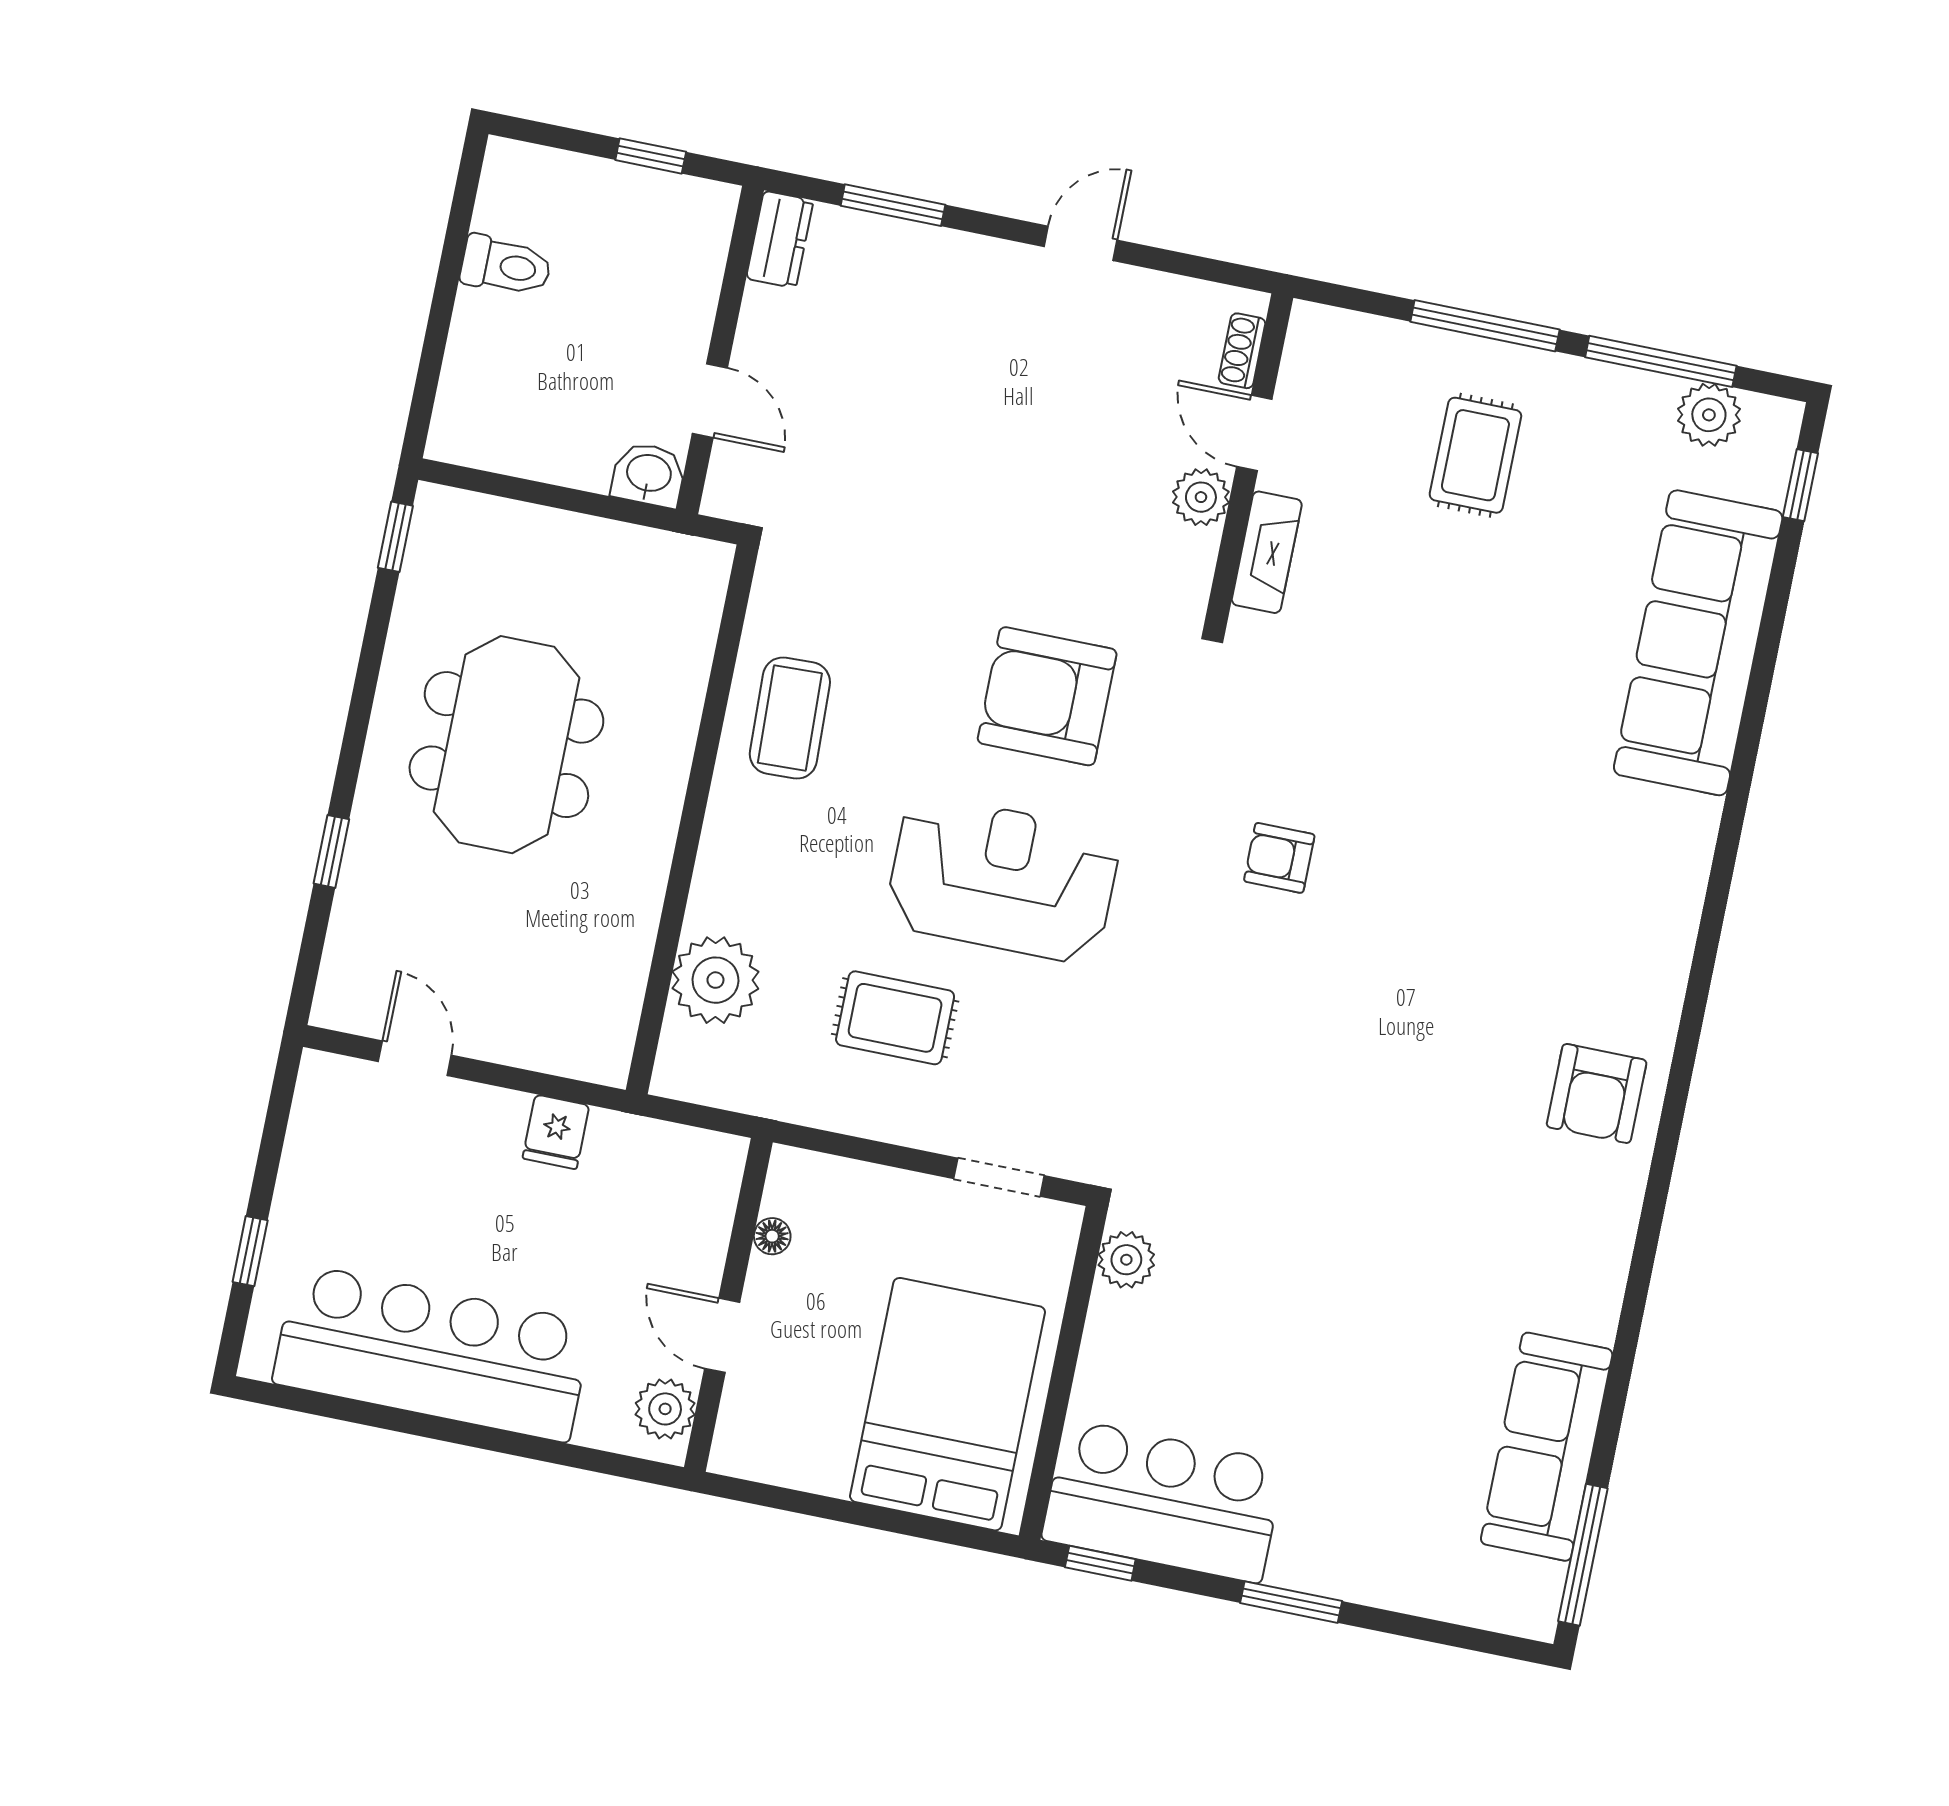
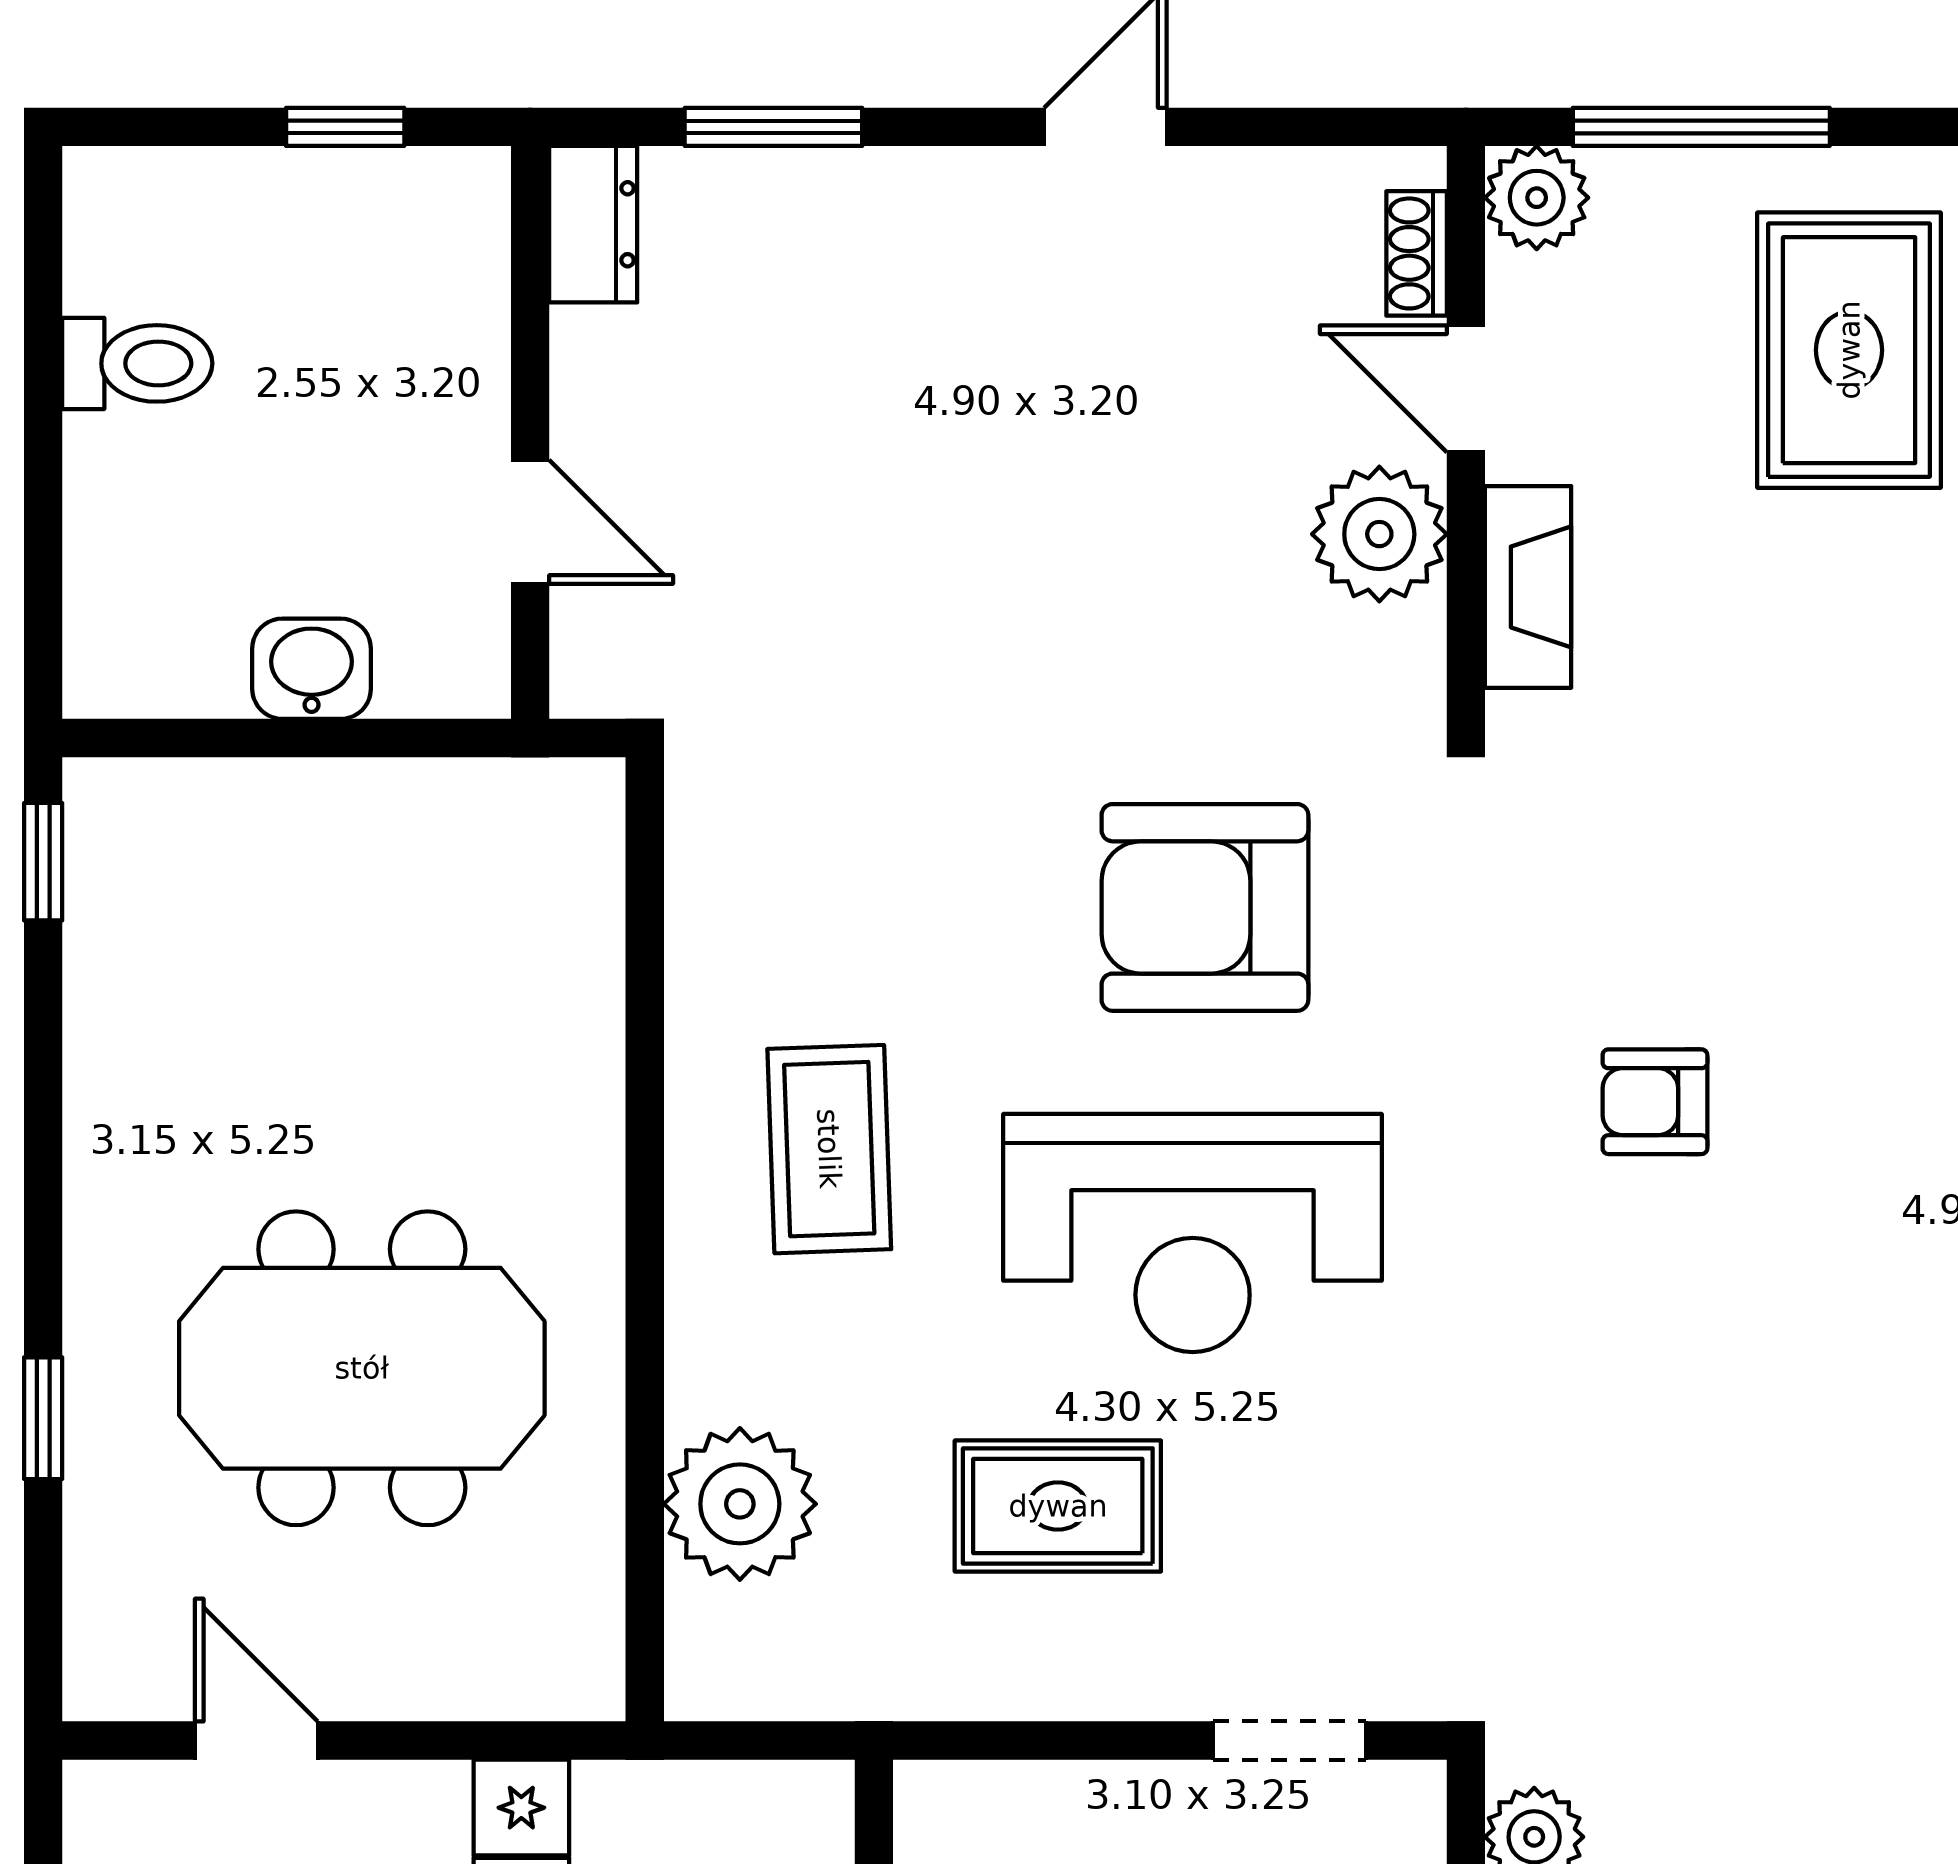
window: (1485, 326) -> (1701, 127), moved
plant: (1316, 333) -> (1537, 198), added
rug: (1475, 455) -> (1849, 350), width x1.36, depth x1.43
washbasin: (649, 475) -> (312, 669), moved
plant: (1201, 497) -> (1379, 534), width x1.36, depth x1.36
coffee table: (790, 718) -> (829, 1149), moved
meeting table: (506, 745) -> (362, 1368), moved, turned 90
reception desk: (1003, 879) -> (1193, 1233), turned 180

